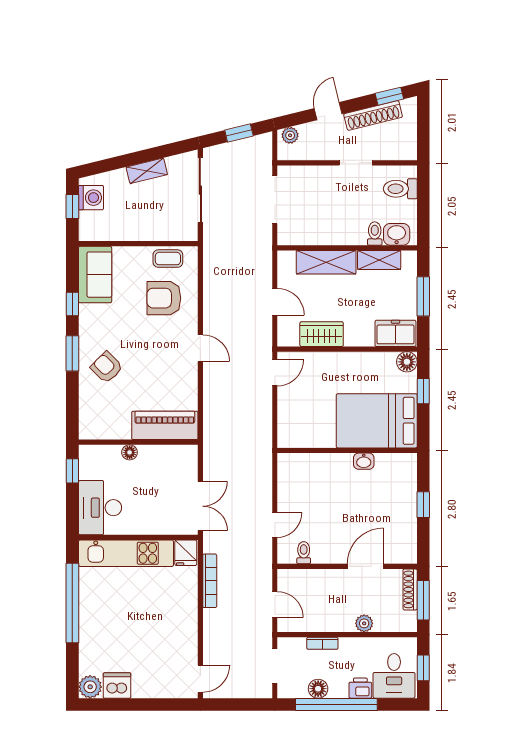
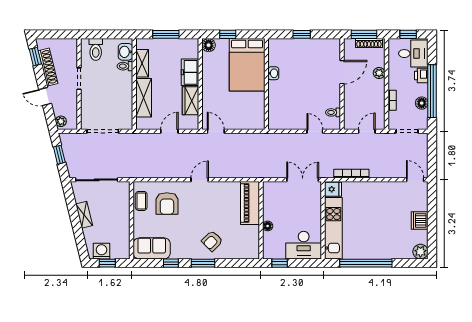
freezer: (395, 333) -> (190, 72), moved
door: (365, 566) -> (342, 72), swing flipped
shoe rack: (410, 589) -> (369, 43), moved
dishwasher: (117, 686) -> (420, 221), moved

